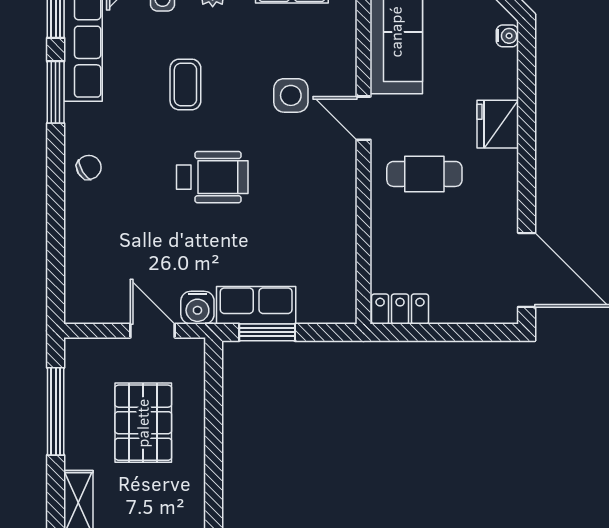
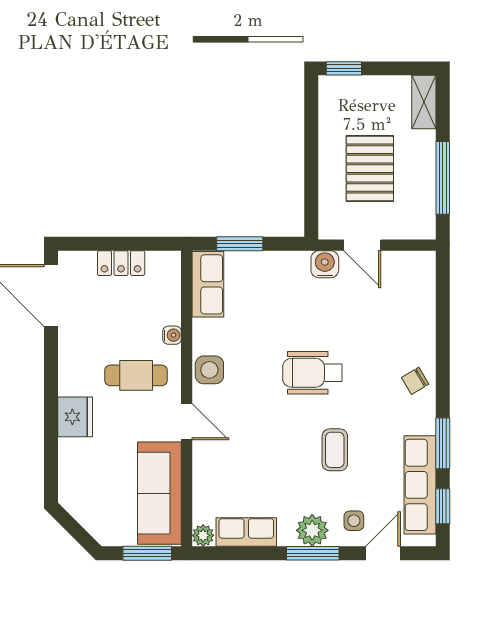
water cooler: (507, 36) -> (172, 335), moved, turned 180
side table: (291, 95) -> (209, 370), moved
row of seats: (256, 305) -> (208, 284), moved, turned -90
locker: (400, 309) -> (121, 263), moved
window: (267, 332) -> (240, 244), moved

